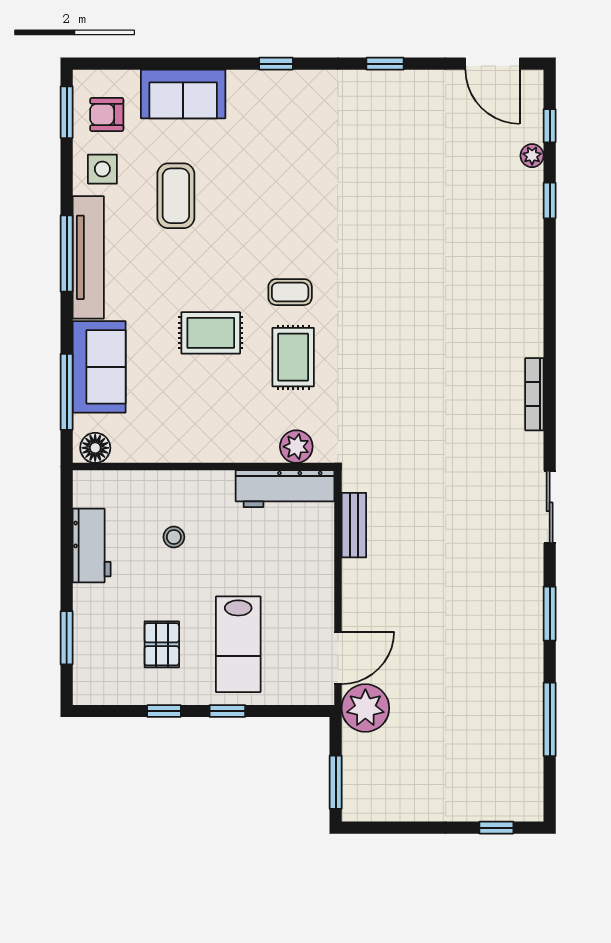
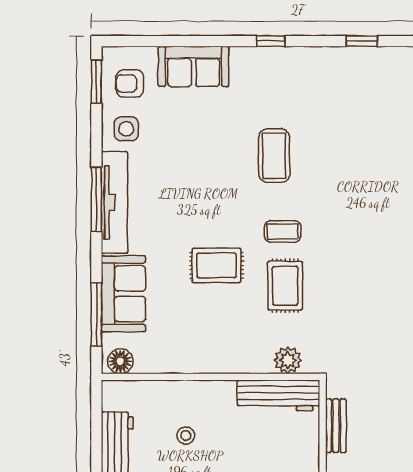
coffee table: (176, 196) -> (274, 156), moved

